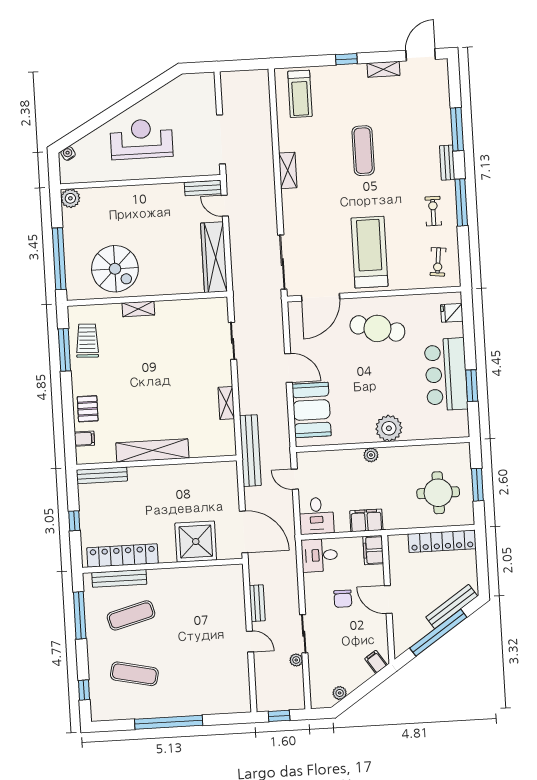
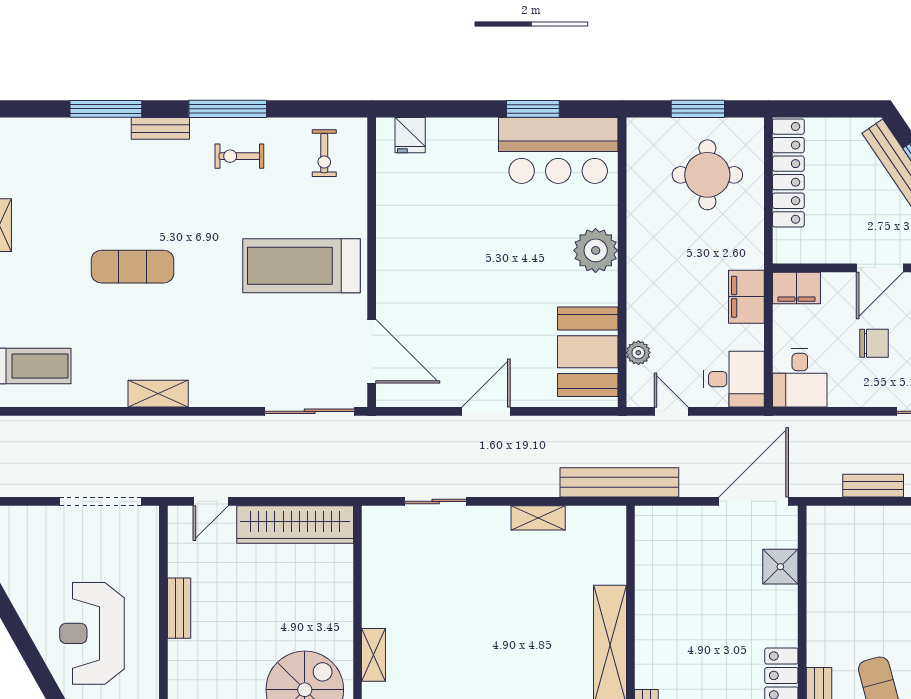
bench: (203, 188) -> (179, 608), moved
exercise bike: (438, 262) -> (324, 153), turned 84
cafe table: (377, 328) -> (429, 260), removed
bar counter: (446, 374) -> (558, 150), moved
booth: (312, 410) -> (588, 352), moved, turned 90
plant: (371, 455) -> (638, 353), moved
door: (295, 479) -> (671, 411), swing flipped
shower: (196, 542) -> (780, 567), width x0.54, depth x0.54

